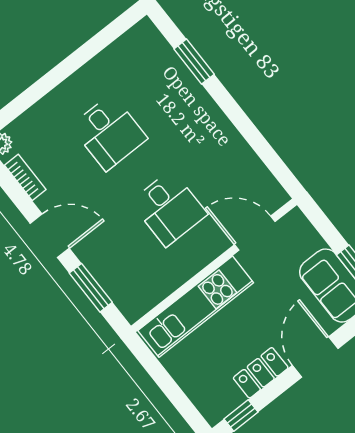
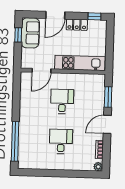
window: (194, 62) -> (15, 141), width x2.11
door: (255, 233) -> (42, 71), hinge flipped
door: (50, 236) -> (107, 124), hinge flipped

